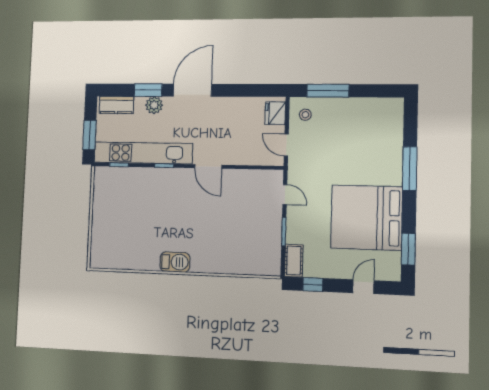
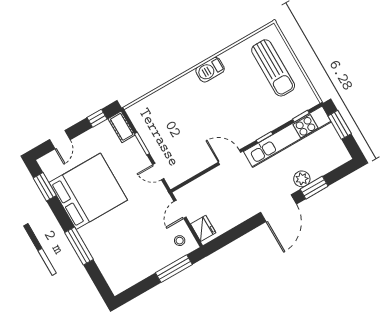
kitchen counter: (116, 105) -> (333, 161), removed
door: (286, 145) -> (180, 209), swing flipped
sun lounger: (116, 226) -> (273, 68), added

